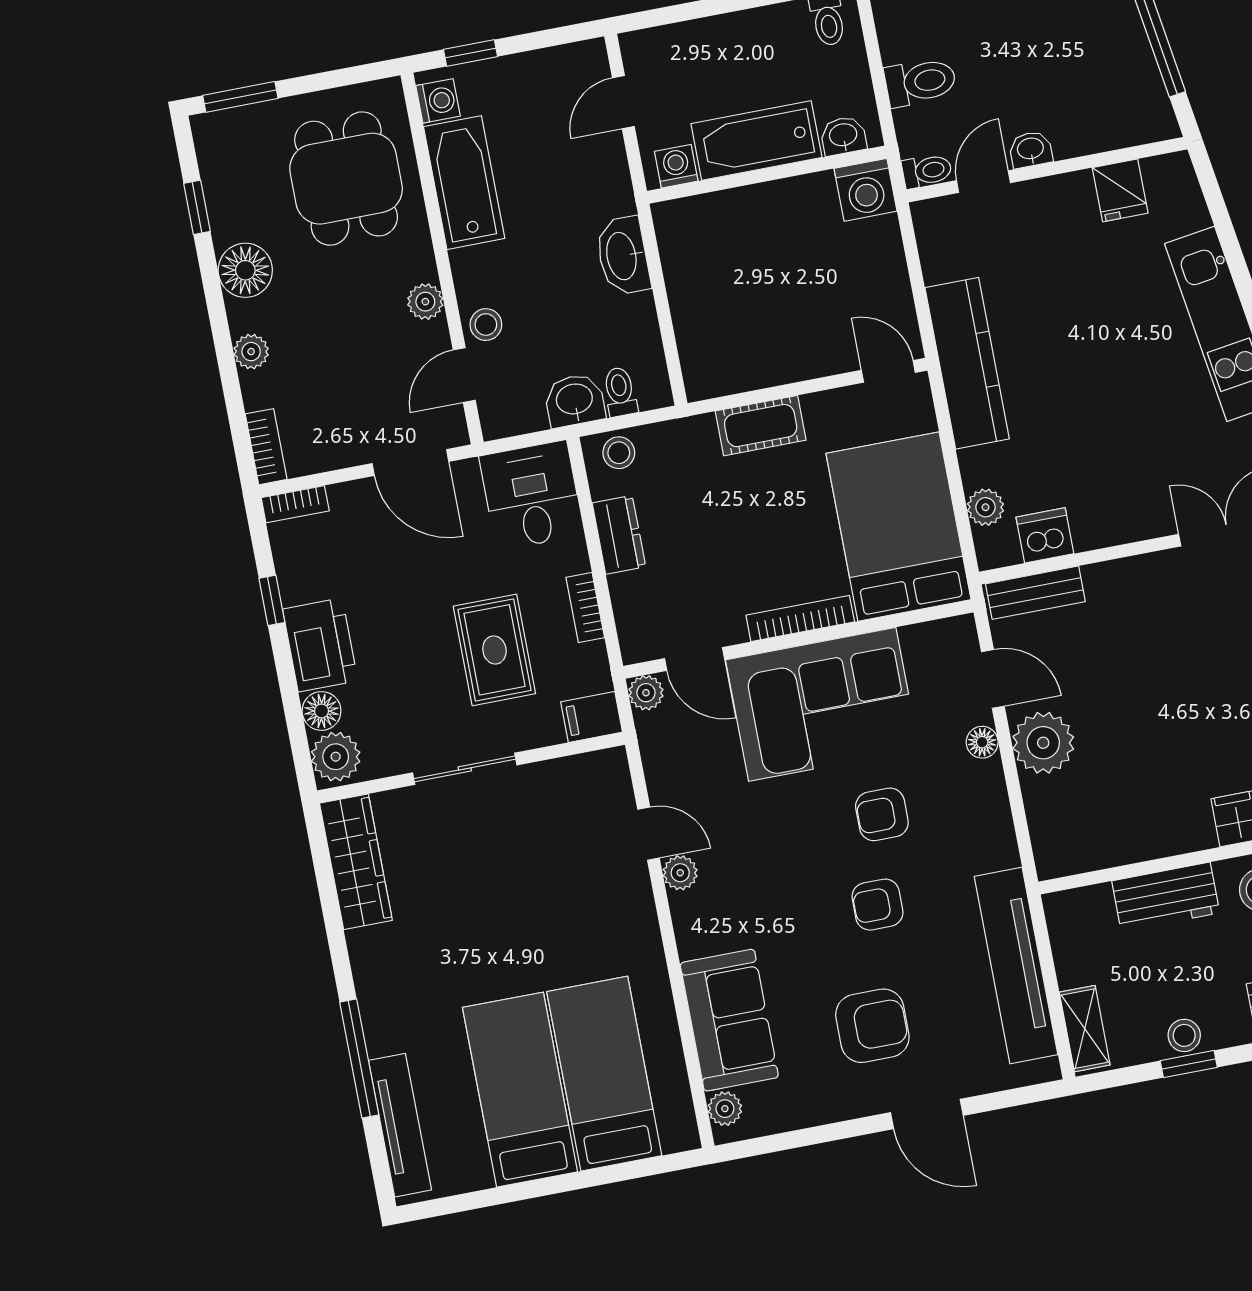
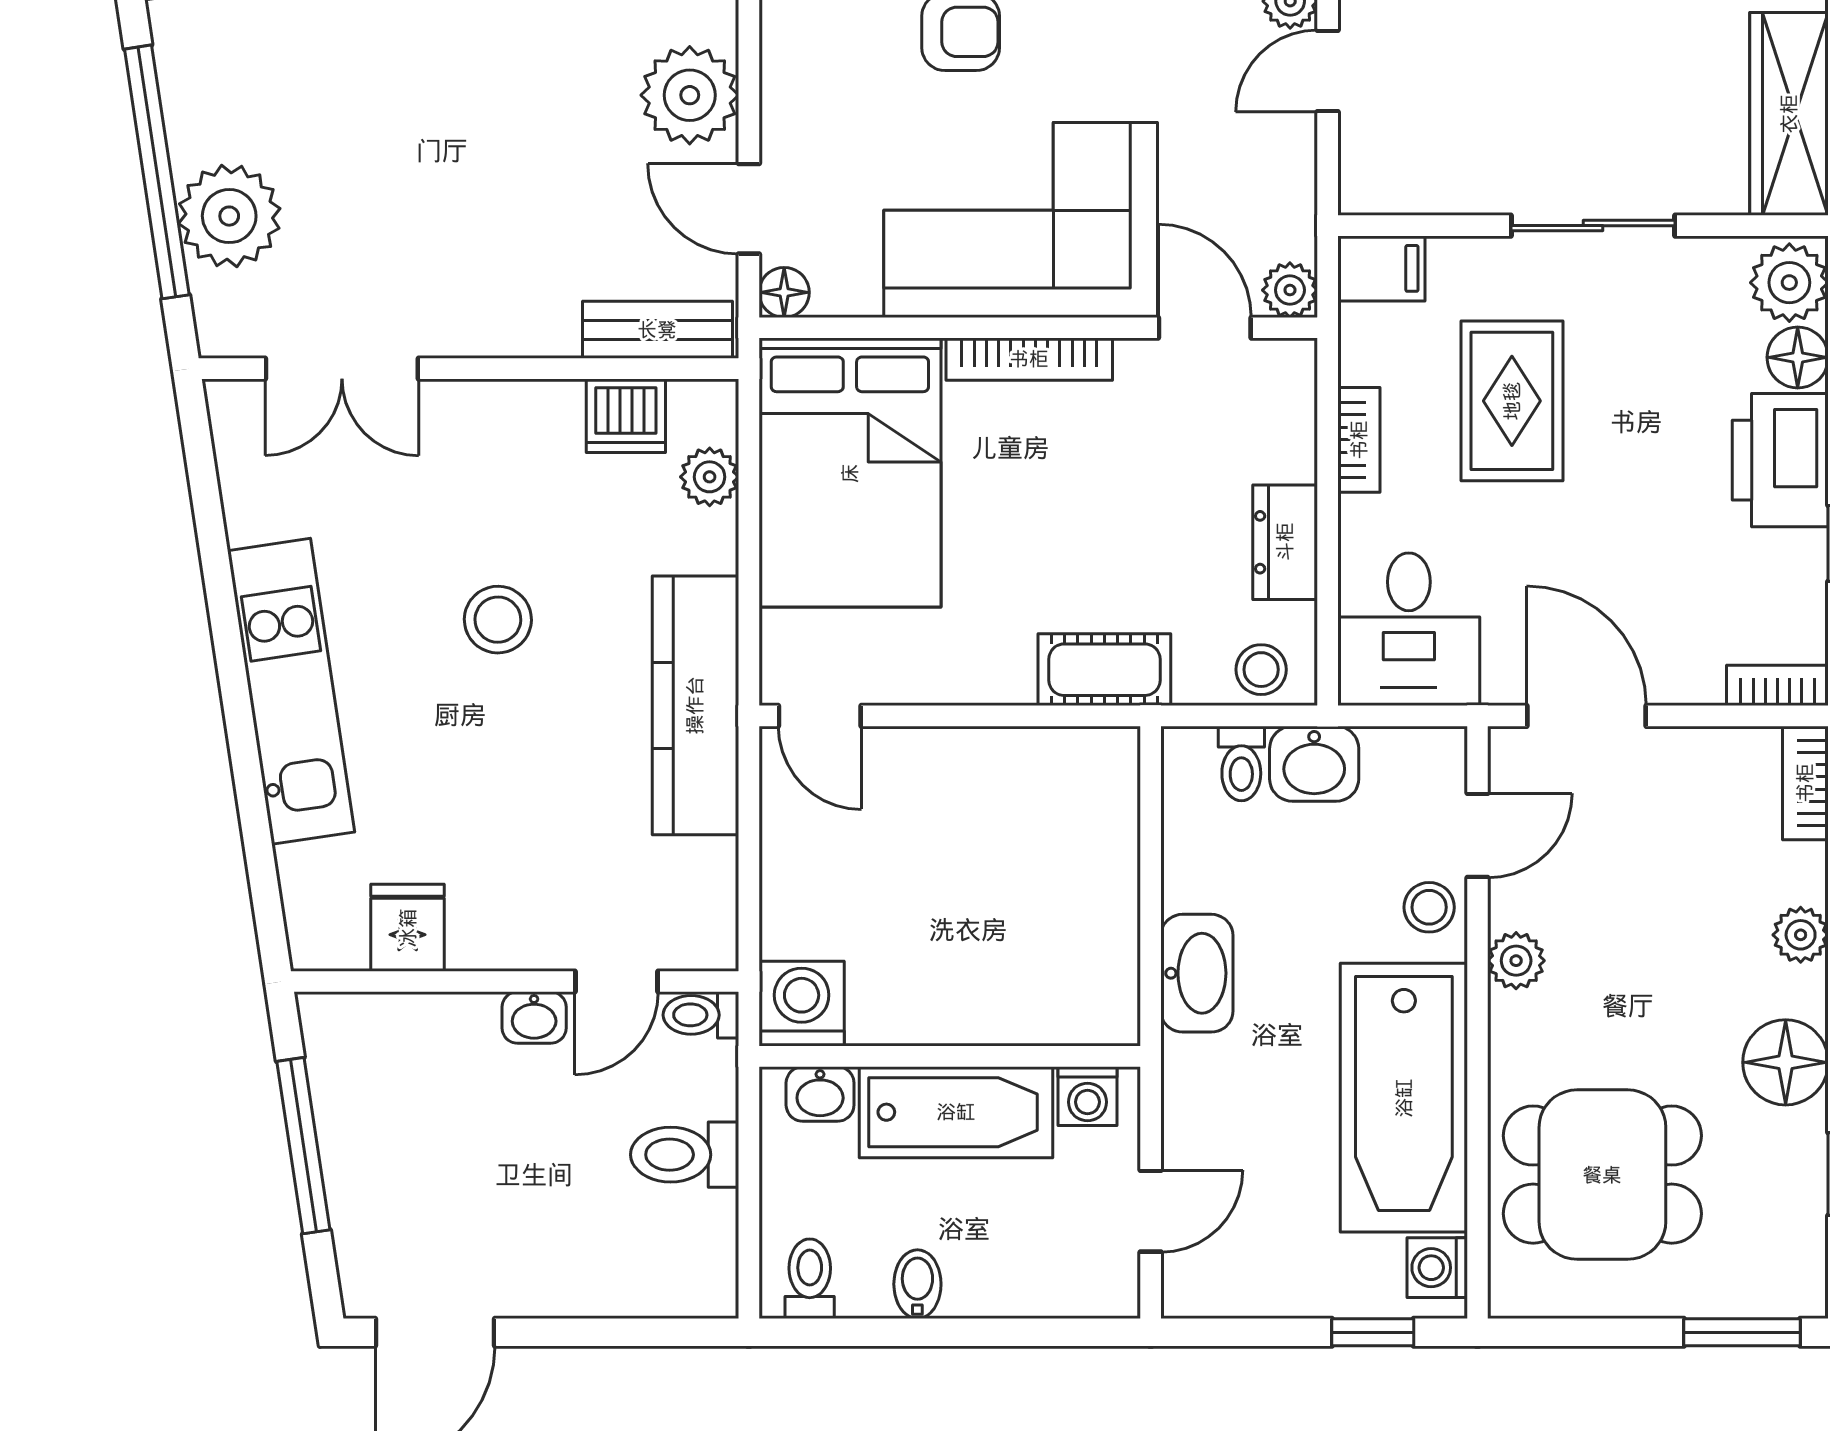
bidet: (760, 29) -> (917, 1284), added
dining table: (346, 179) -> (1602, 1175), turned 90
bathtub: (464, 183) -> (1404, 1098), width x1.36, depth x1.36
stool: (1100, 393) -> (498, 620), added
cot: (761, 426) -> (1104, 670), moved
floor lamp: (982, 742) -> (784, 292), moved
door: (649, 834) -> (1328, 71), hinge flipped

